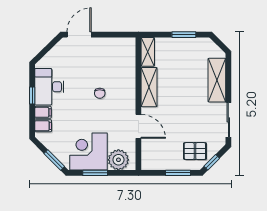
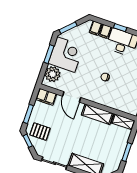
door: (138, 126) -> (72, 97), hinge flipped
pallet: (195, 151) -> (40, 132), turned 90
filing cabinet: (149, 158) -> (46, 97), added

